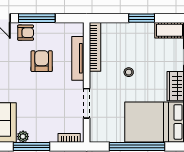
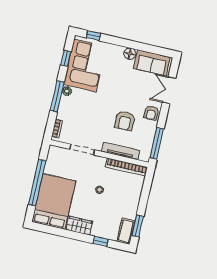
window: (37, 18) -> (157, 143), moved
window: (142, 18) -> (138, 226), moved
armchair: (42, 61) -> (125, 121), turned 90

